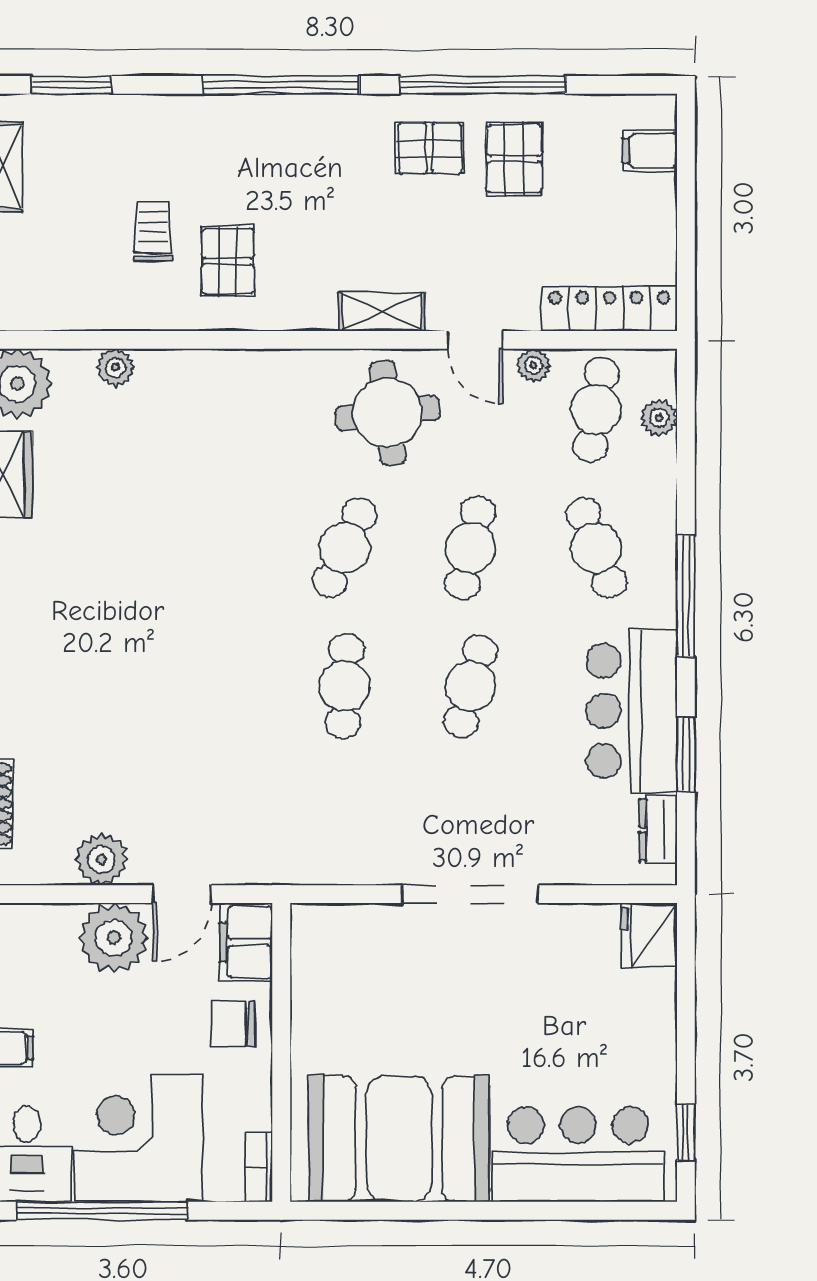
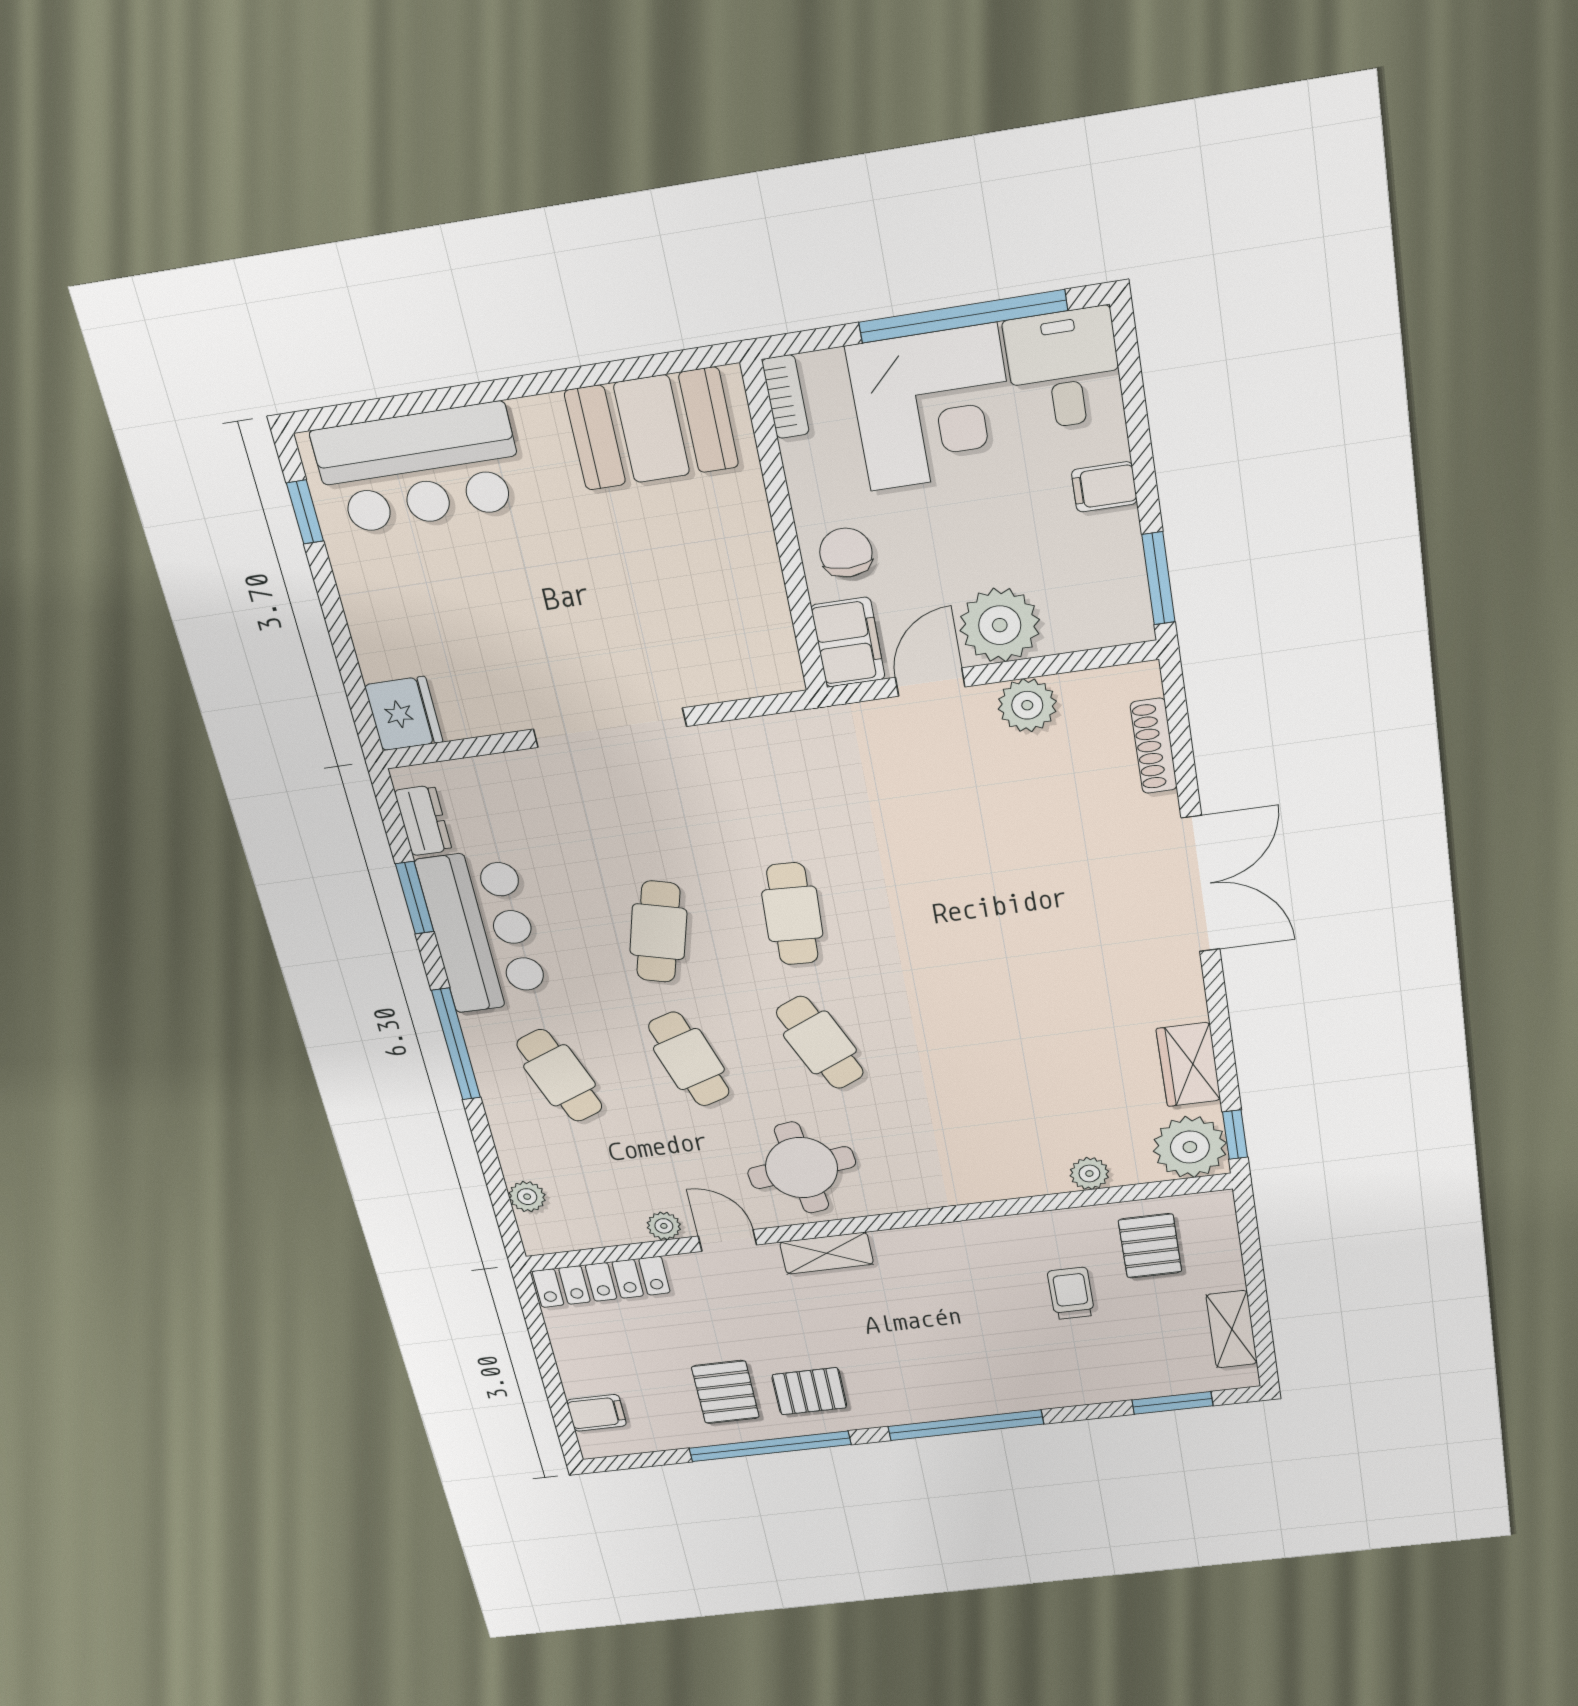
trolley: (153, 231) -> (1071, 1293), turned 180
pallet: (228, 261) -> (1150, 1246), moved
cafe table: (596, 410) -> (592, 1196), removed
cafe table: (344, 548) -> (820, 1043), turned -48
cafe table: (470, 548) -> (689, 1059), turned -30
chair: (233, 1024) -> (846, 553), turned -90
booth: (399, 1139) -> (652, 429), width x0.73, depth x0.70

